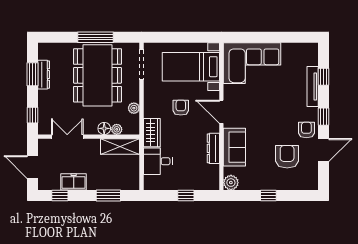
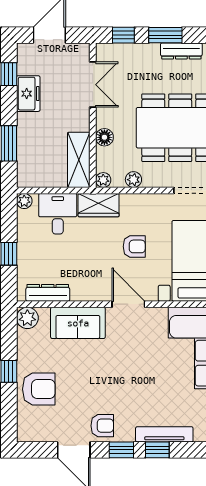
window: (33, 74) -> (165, 35), moved
window: (323, 77) -> (157, 450), moved
door: (221, 112) -> (128, 304), hinge flipped
plant: (117, 129) -> (103, 180), moved
dresser: (213, 148) -> (48, 293), moved
armchair: (287, 157) -> (39, 389), moved
plant: (149, 185) -> (24, 201), added

